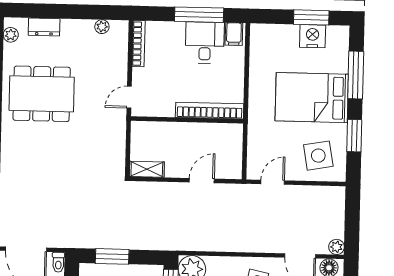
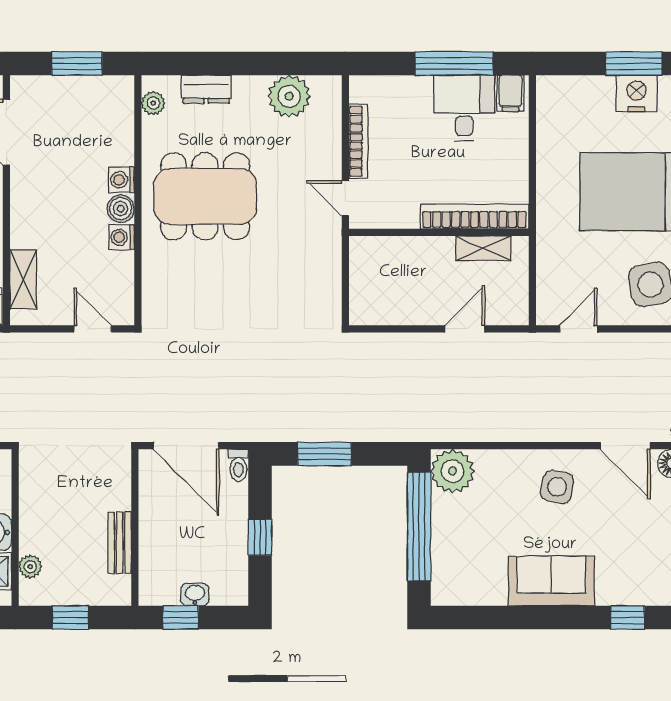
plant: (102, 27) -> (289, 96), width x1.88, depth x1.88
bookcase: (139, 44) -> (358, 141), moved
door: (129, 97) -> (345, 198), hinge flipped
shelving: (147, 169) -> (483, 248), moved

